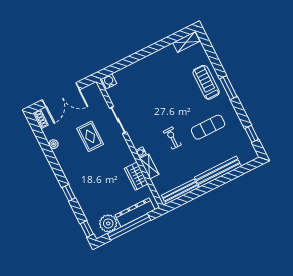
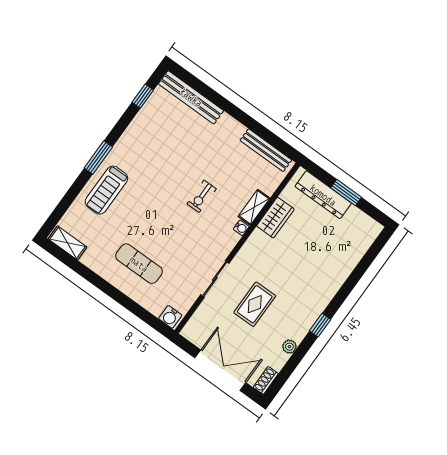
exercise mat: (208, 127) -> (139, 264), moved
bench: (218, 172) -> (191, 97), moved
window: (69, 193) -> (320, 325), moved
plant: (108, 223) -> (356, 222), removed
window: (129, 227) -> (346, 192), width x0.47
window: (87, 229) -> (377, 246), removed

